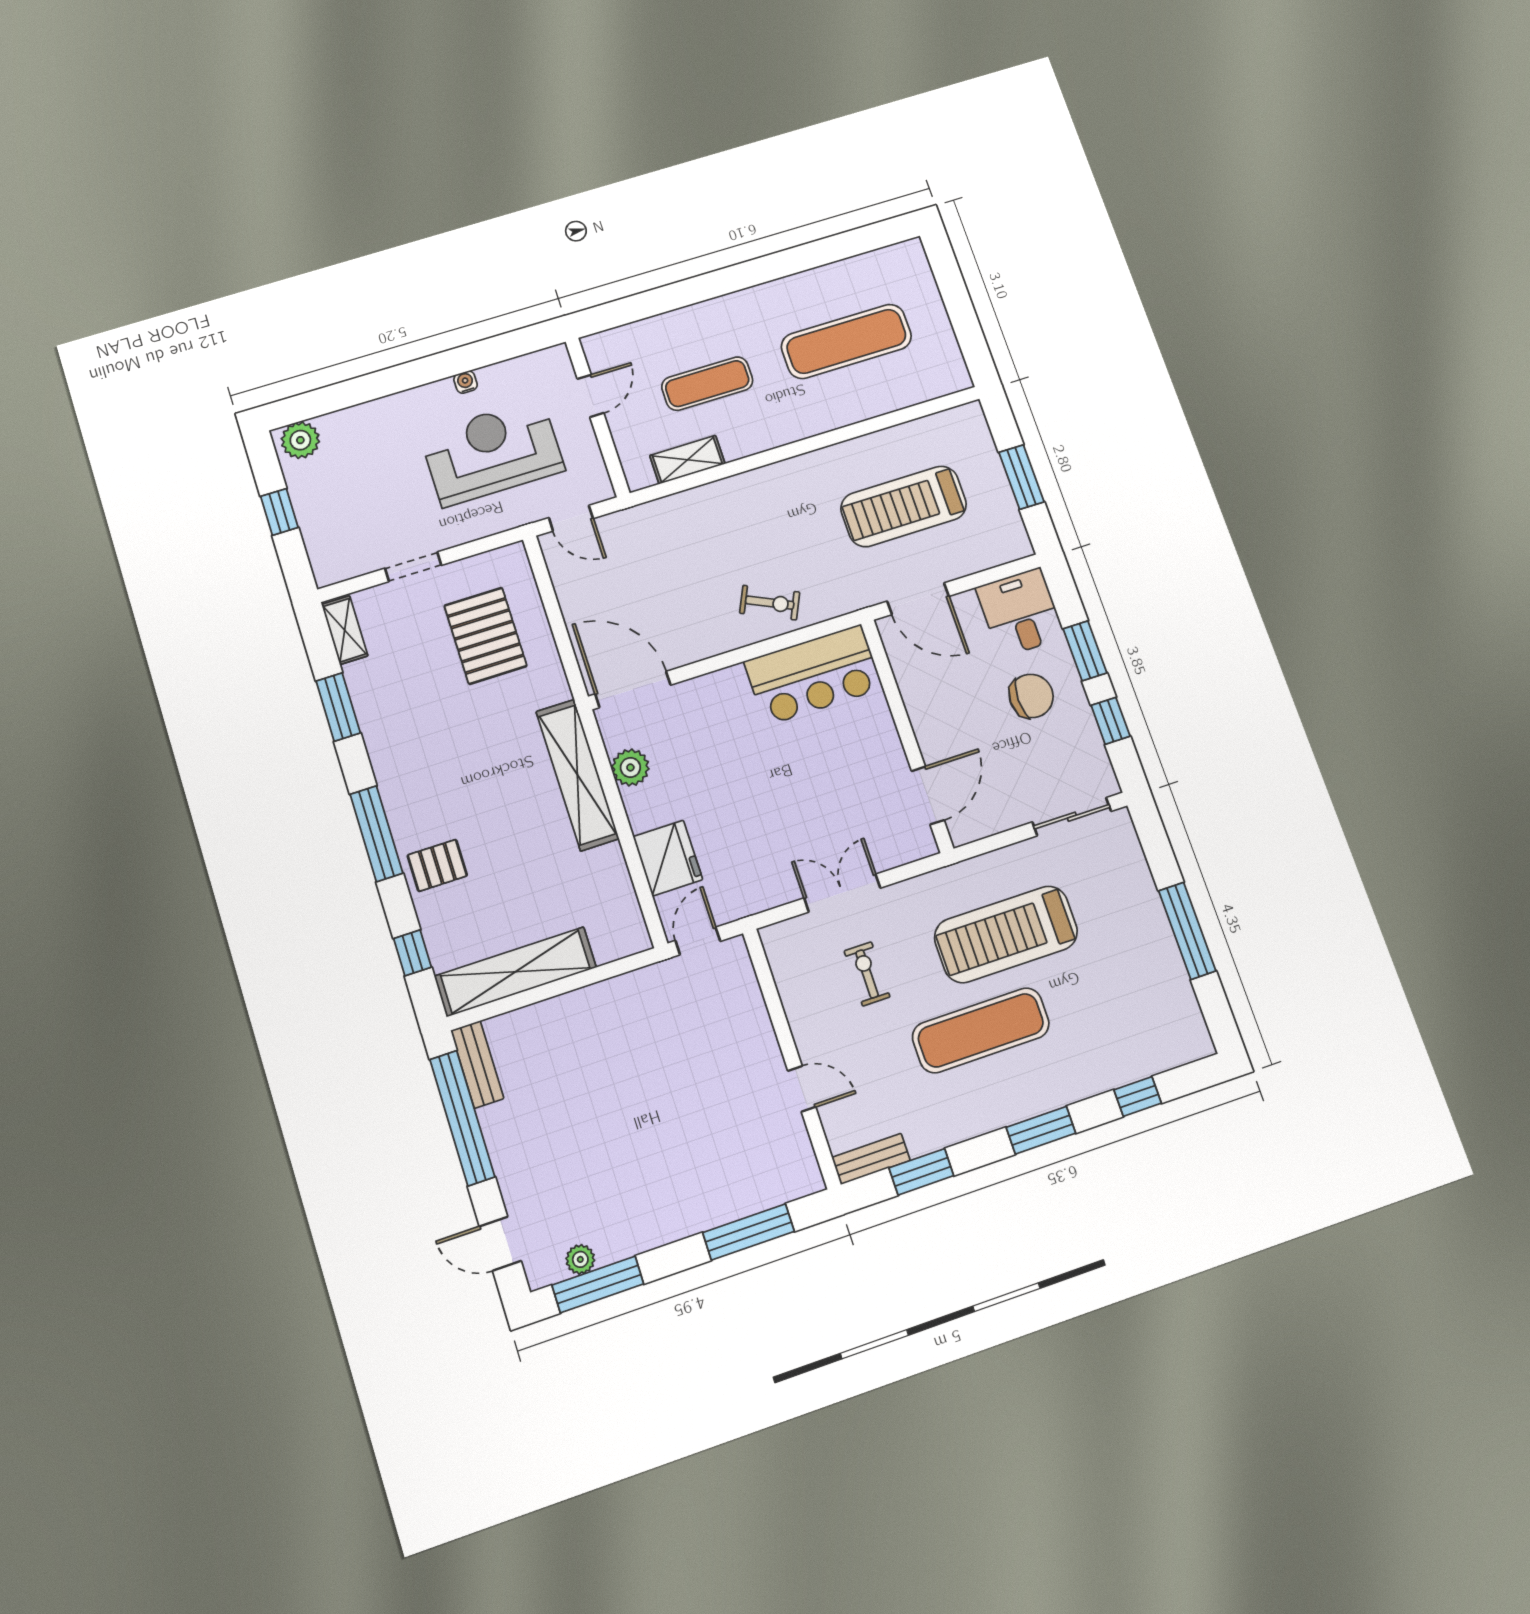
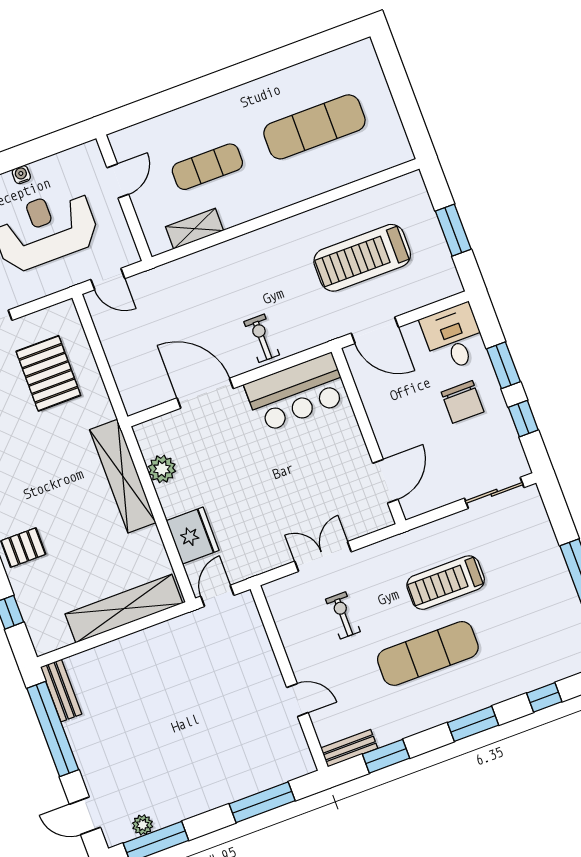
exercise bike: (770, 603) -> (262, 338), turned -115
door: (633, 689) -> (205, 393), moved
chair: (1031, 696) -> (463, 402), turned 90
treadmill: (1006, 934) -> (446, 583), width x0.73, depth x0.73
shelving: (515, 972) -> (124, 609), moved

